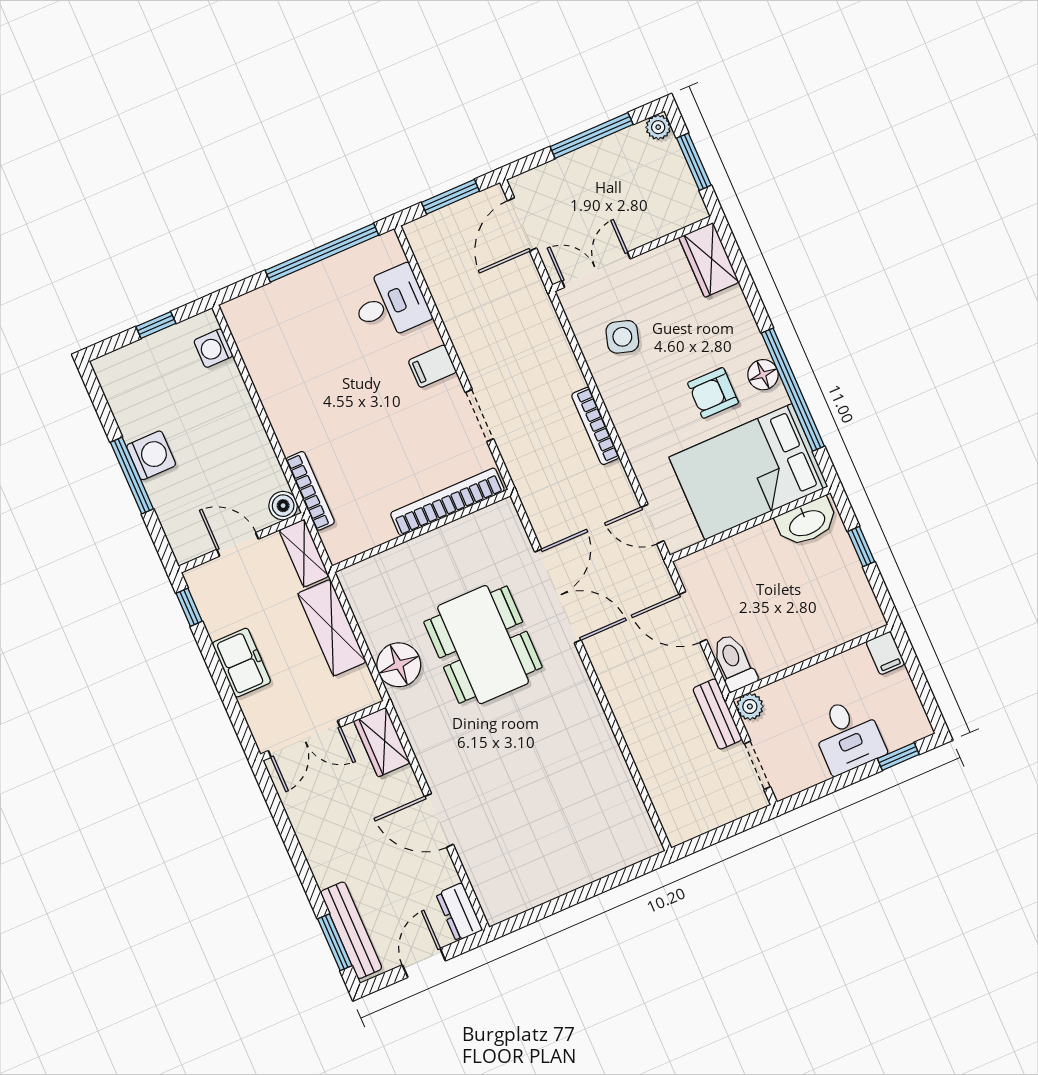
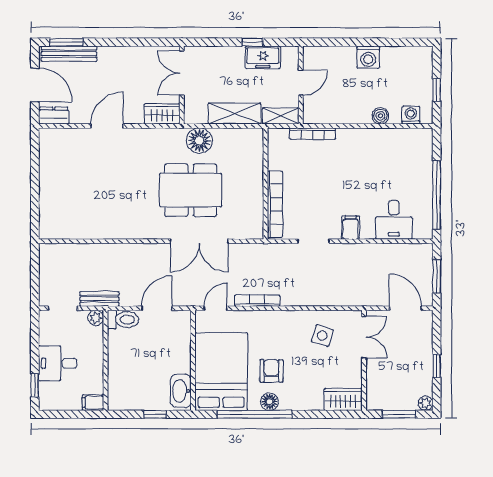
window: (592, 135) -> (437, 366), width x0.46
bookcase: (595, 426) -> (257, 301), moved
window: (132, 476) -> (362, 42), removed
boiler: (283, 506) -> (380, 116), moved
window: (189, 607) -> (252, 42), moved
freezer: (241, 663) -> (263, 57), moved
door: (424, 963) -> (35, 85), width x1.38

